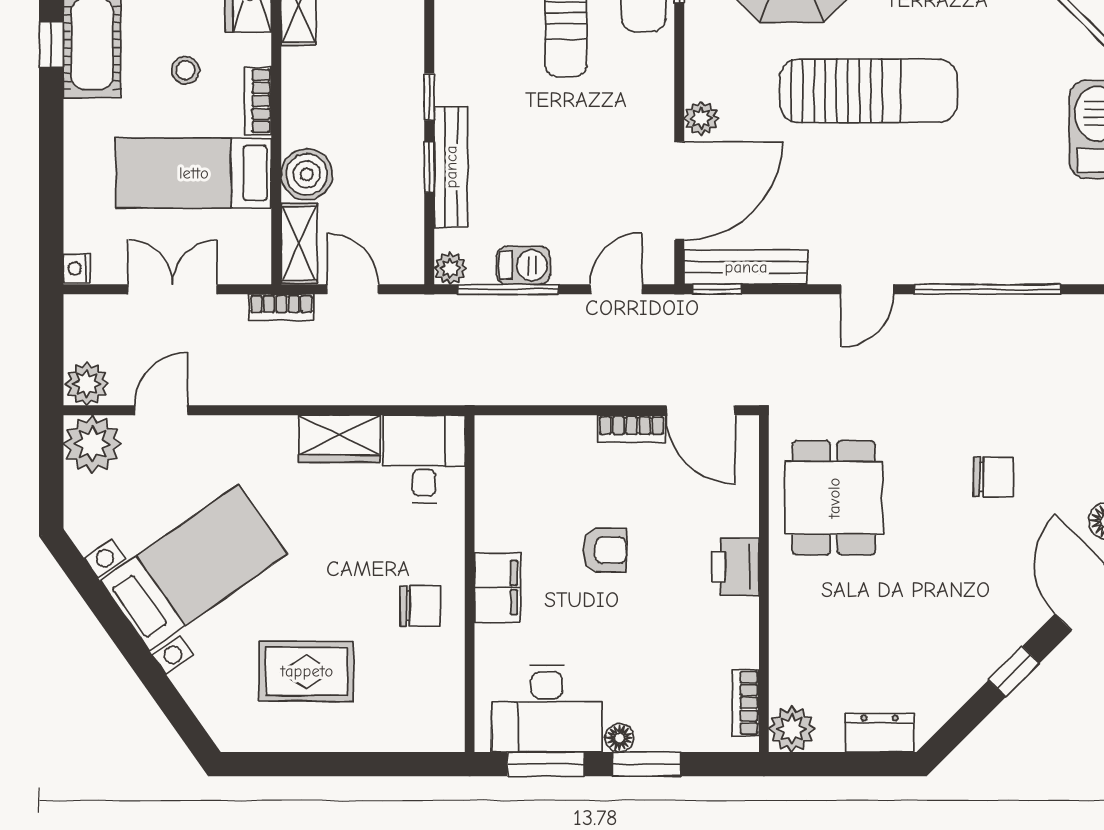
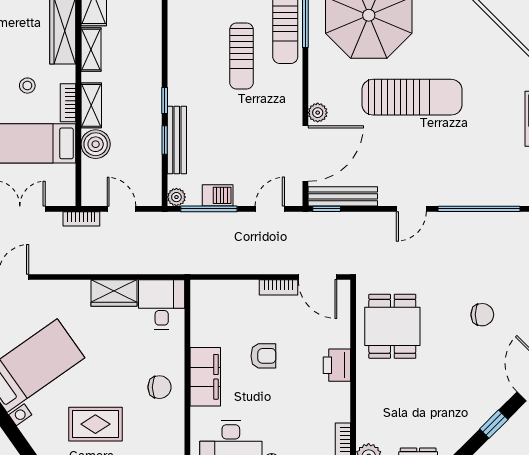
shelving: (299, 243) -> (91, 105), moved
filing cabinet: (498, 588) -> (205, 377), width x1.50, depth x1.17

